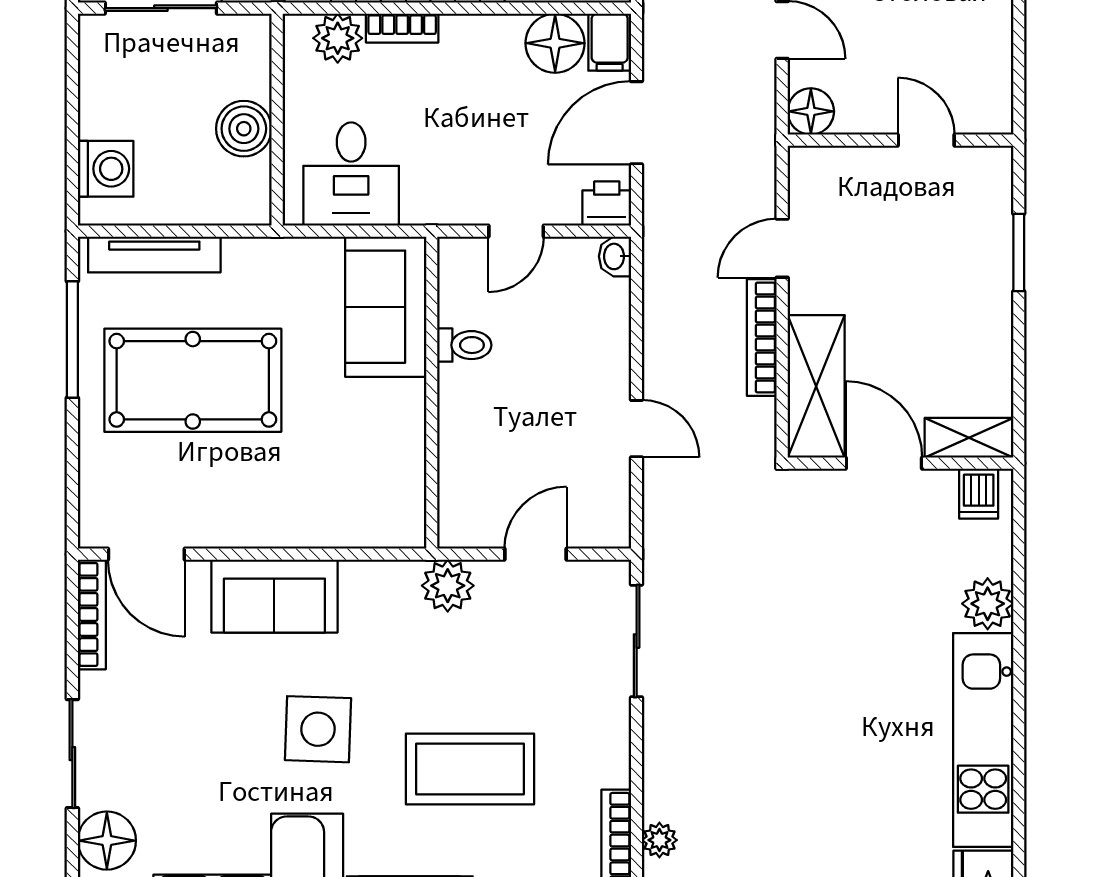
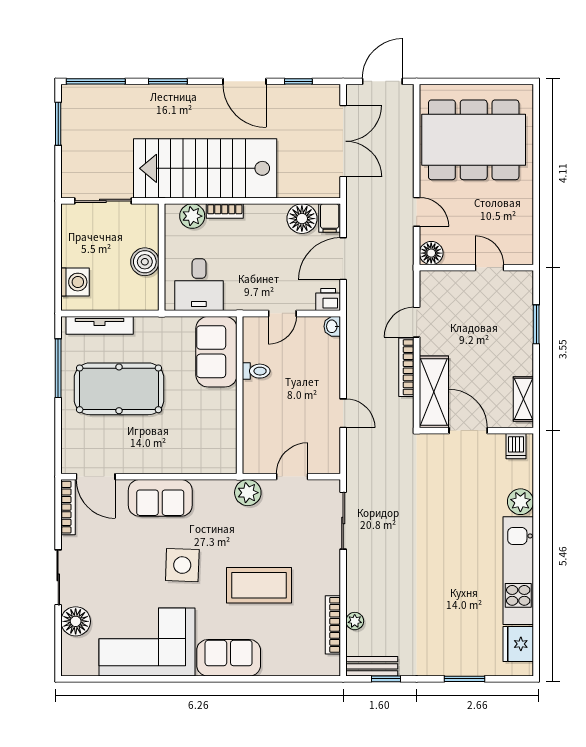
shelving: (969, 438) -> (523, 399), moved, turned 90

